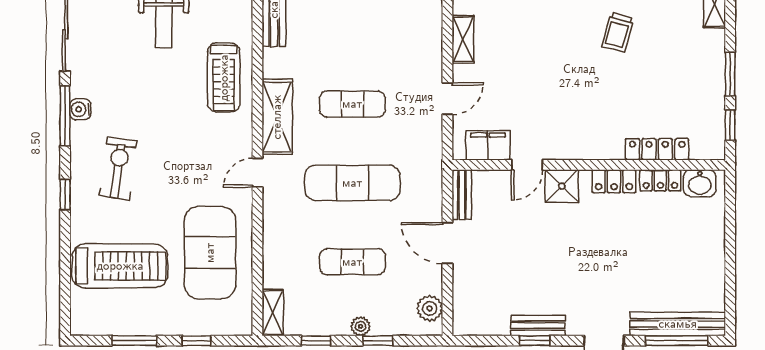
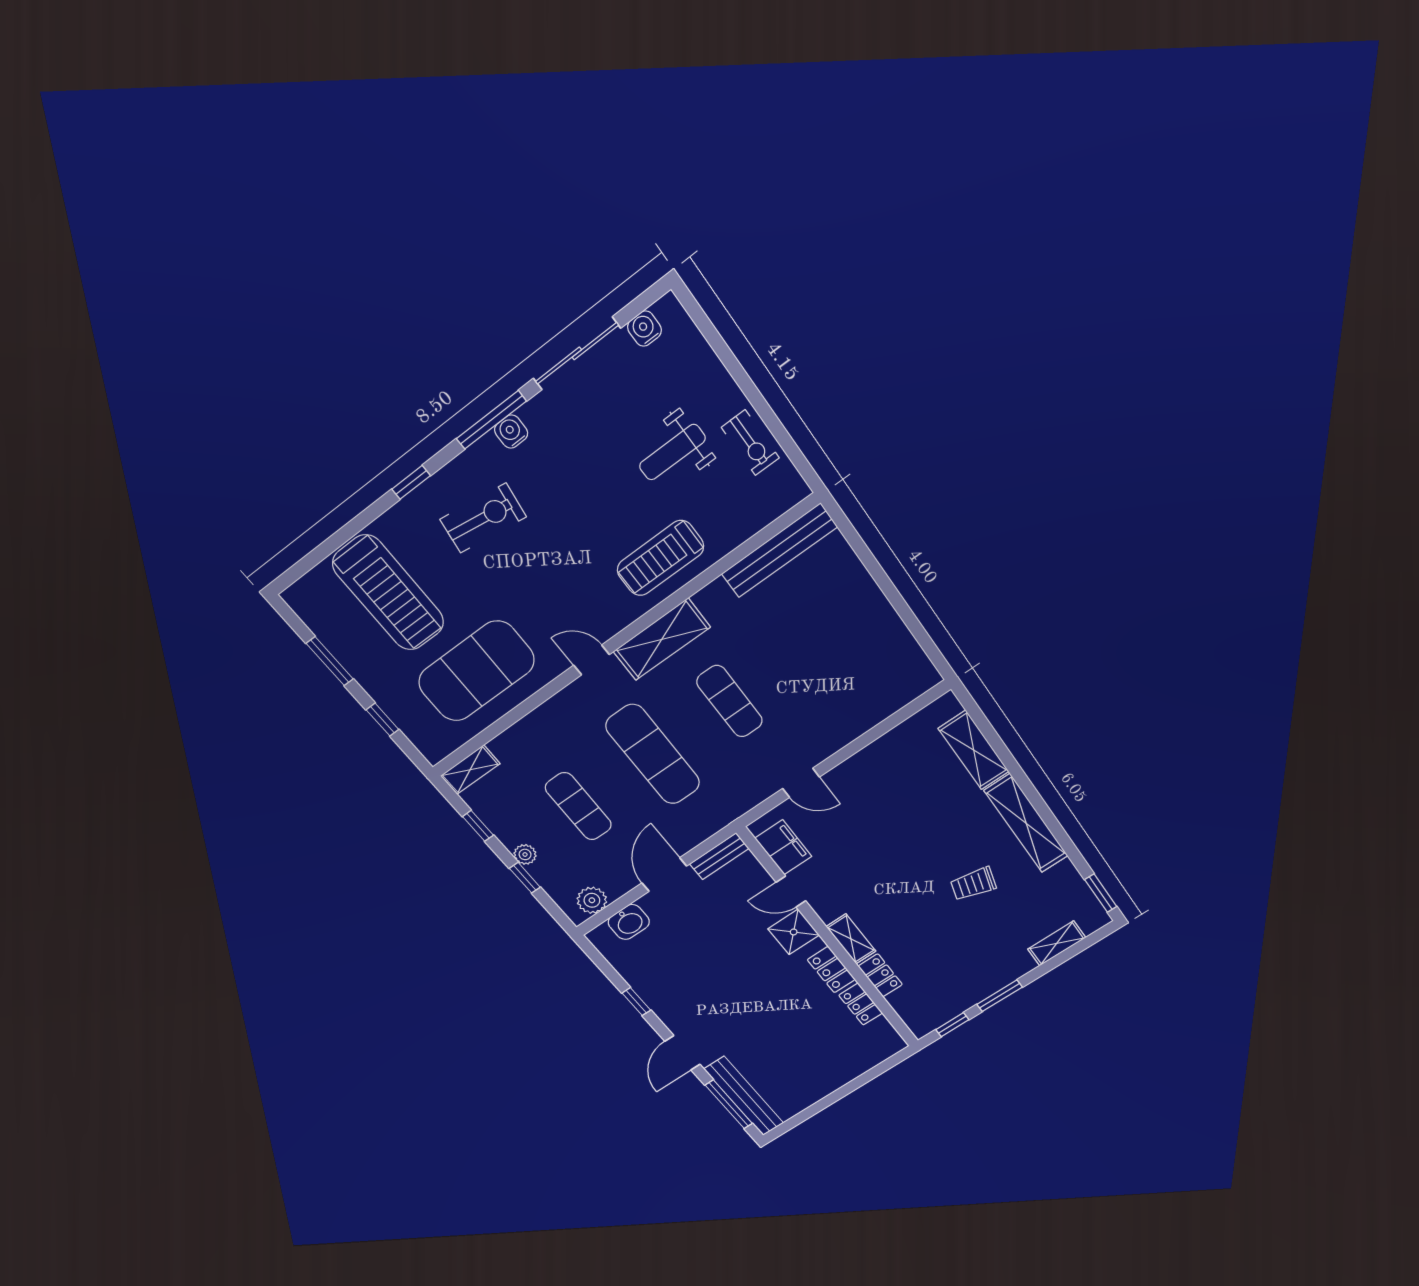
shelving: (463, 39) -> (851, 939), moved, turned 90
locker: (657, 149) -> (880, 975), width x0.66
washbasin: (700, 183) -> (629, 922), moved, turned -90
bench: (538, 326) -> (652, 995), removed

